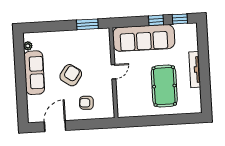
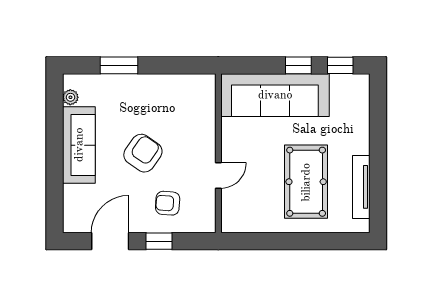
window: (87, 24) -> (119, 65), moved
tv unit: (195, 70) -> (361, 187), moved
door: (113, 72) -> (218, 175), moved
window: (83, 125) -> (159, 241), added

